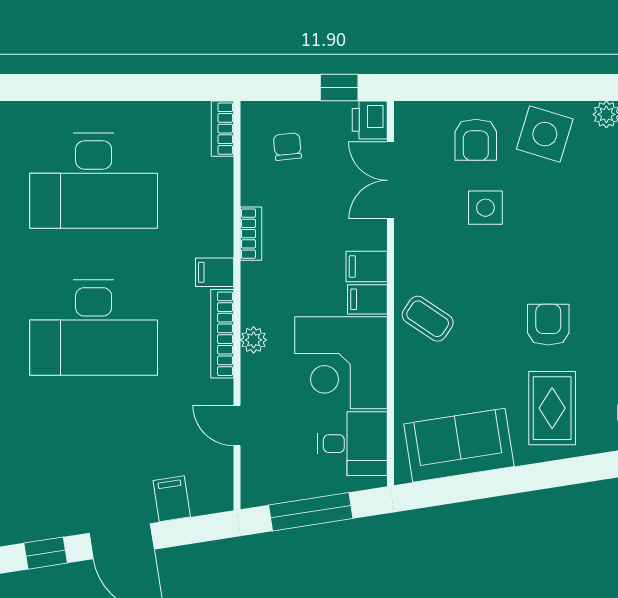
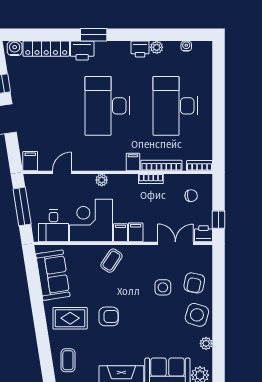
armchair: (476, 140) -> (194, 283), turned -79
bookcase: (222, 334) -> (161, 165), moved
filing cabinet: (172, 499) -> (30, 161), moved, turned -81

